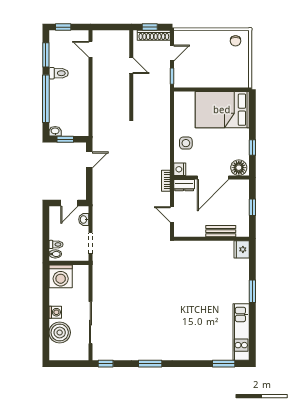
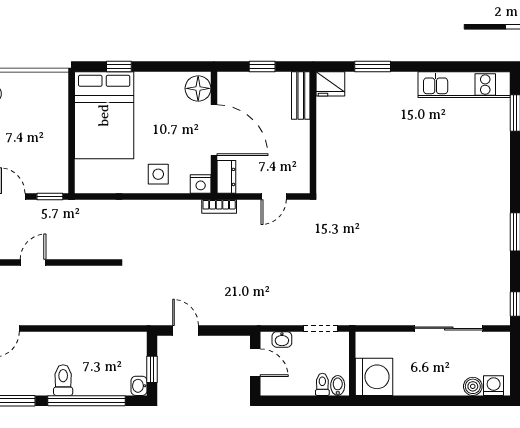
toilet: (59, 73) -> (63, 380), moved
window: (252, 147) -> (119, 66), moved
bench: (221, 231) -> (301, 96), moved
window: (252, 291) -> (373, 66), moved
washing machine: (55, 312) -> (494, 386), moved
boiler: (60, 333) -> (473, 386), width x0.54, depth x0.54

